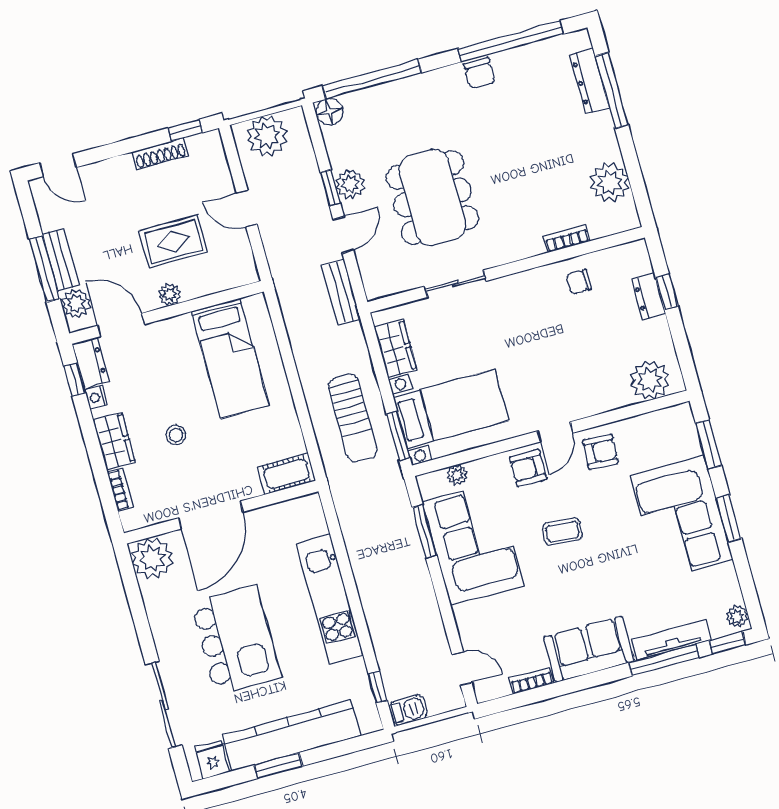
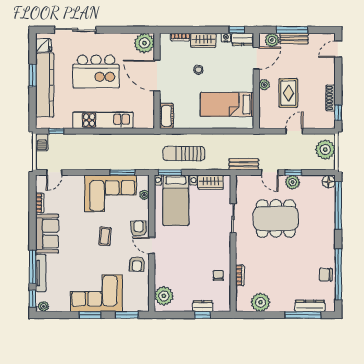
chair: (479, 73) -> (326, 275), moved

